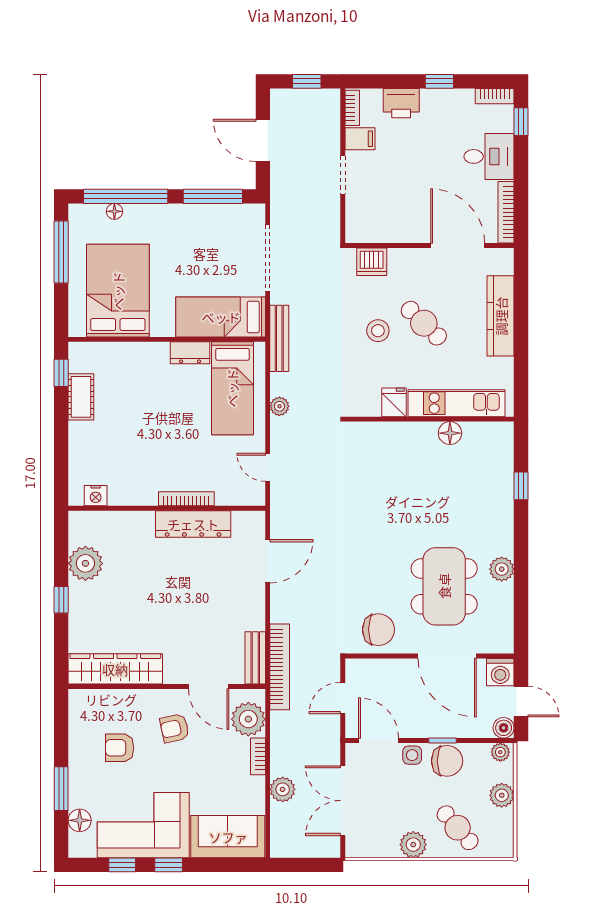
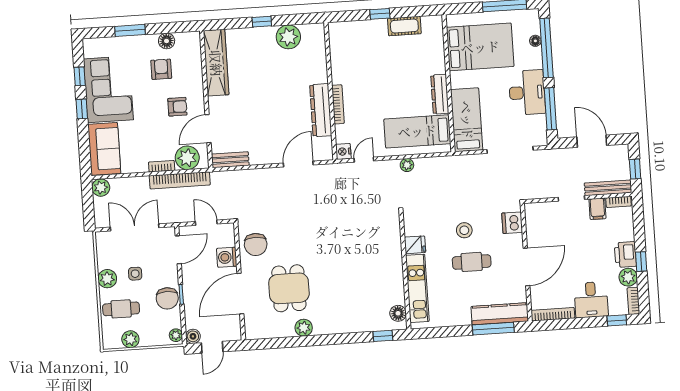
plant: (460, 101) -> (628, 277), added
printer: (401, 103) -> (625, 254), moved
door: (263, 140) -> (592, 141), hinge flipped
desk: (187, 228) -> (527, 92), added
door: (458, 246) -> (526, 267), moved
window: (521, 299) -> (493, 329), added
kitchen counter: (501, 316) -> (500, 314), moved
cafe table: (424, 323) -> (472, 262), turned 46
bench: (279, 338) -> (608, 188), moved
dresser: (190, 353) -> (440, 94), width x1.44
window: (61, 373) -> (380, 14), moved
floor lamp: (450, 433) -> (398, 313), moved
window: (521, 486) -> (383, 336), moved
nightstand: (96, 496) -> (343, 151), moved
door: (268, 561) -> (298, 164), swing flipped
dining table: (444, 586) -> (289, 288), width x0.73
bookcase: (280, 667) -> (180, 180), moved
washing machine: (500, 672) -> (227, 257), moved
armchair: (175, 728) -> (177, 107), turned 102
side table: (412, 755) -> (135, 274), moved
plant: (283, 789) -> (101, 188), moved
plant: (502, 795) -> (130, 339), moved
floor lamp: (80, 820) -> (167, 41), moved
cafe table: (458, 828) -> (121, 309), turned 41

